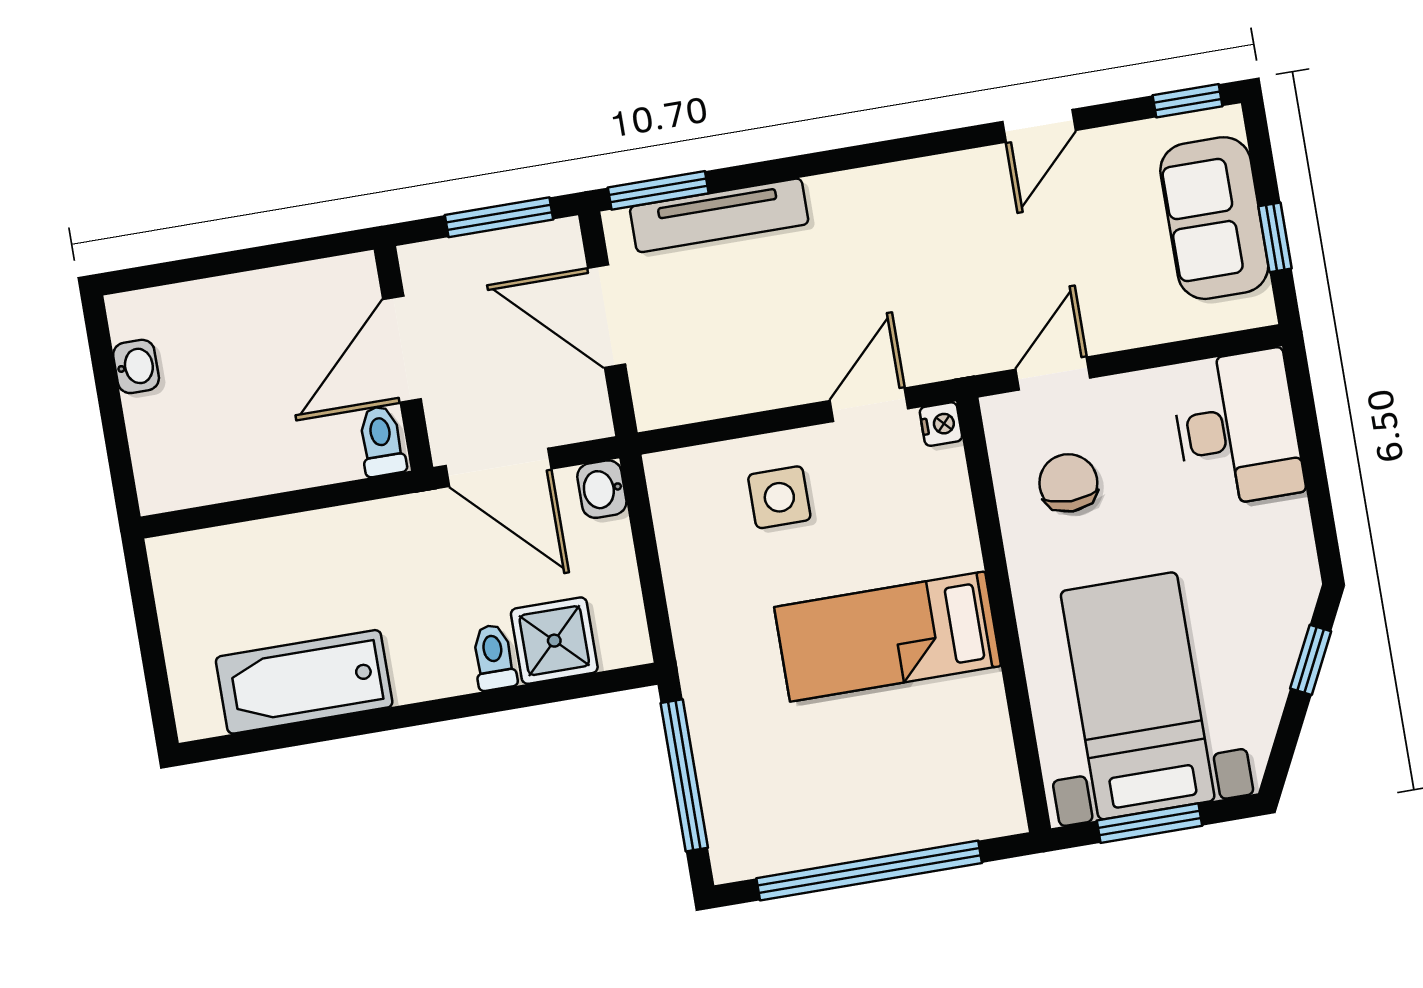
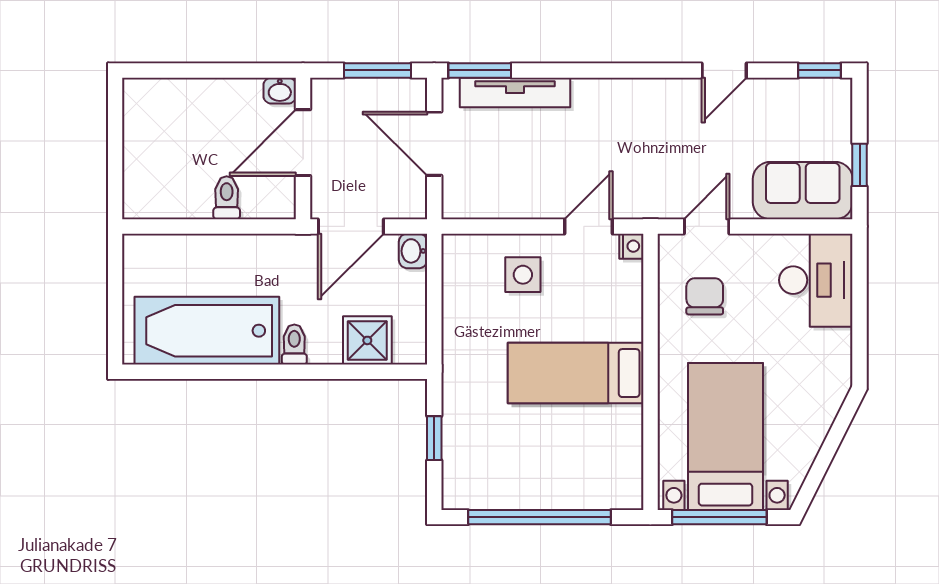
sofa: (1214, 218) -> (803, 191), moved, turned 90
washbasin: (136, 366) -> (280, 91), moved, turned 90
toilet: (382, 441) -> (227, 198), moved
door: (499, 467) -> (351, 226), hinge flipped
toilet: (494, 657) -> (294, 344), moved
window: (1311, 660) -> (837, 432), removed
bathtub: (304, 682) -> (207, 331), width x1.36, depth x1.36
window: (684, 775) -> (434, 438), width x0.46
window: (1149, 823) -> (719, 517), width x1.44

